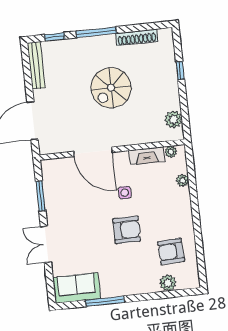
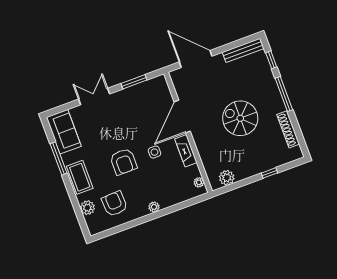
fireplace: (147, 156) -> (186, 151), moved
plant: (183, 180) -> (154, 207), moved
coffee table: (132, 283) -> (80, 177), added

